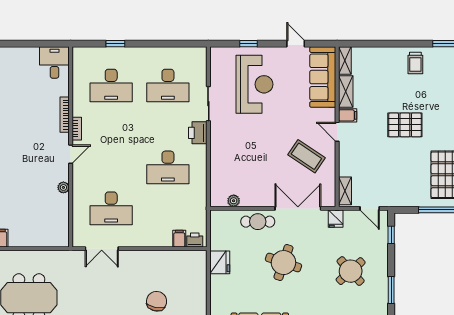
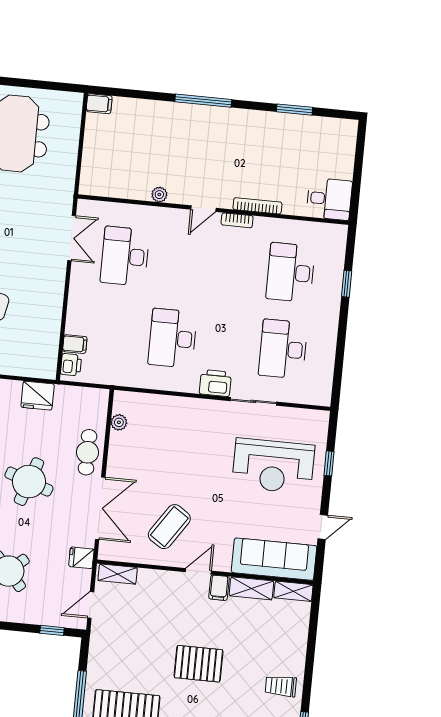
pallet: (405, 125) -> (199, 664), turned 90
door: (71, 154) -> (203, 209), hinge flipped
double door: (102, 249) -> (72, 238), swing flipped

